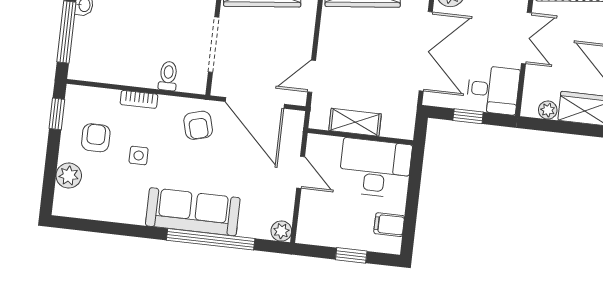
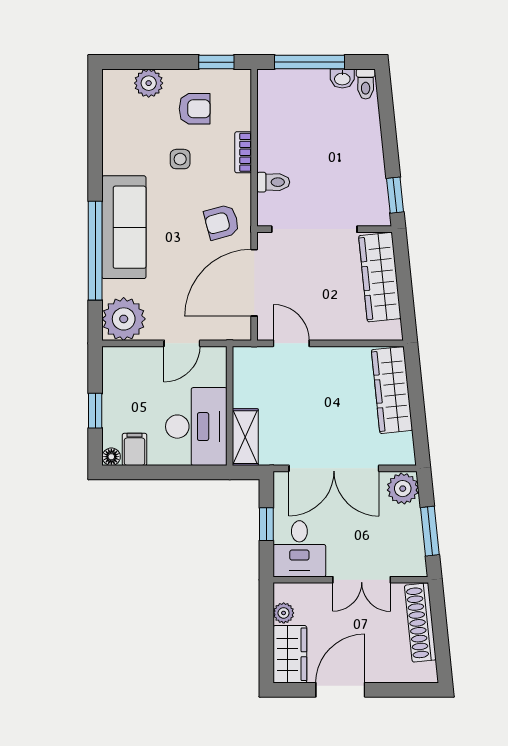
doorway: (214, 45) -> (314, 229), width x1.36
shelving: (355, 122) -> (245, 437), moved
plant: (281, 231) -> (124, 319), width x1.88, depth x1.88
floor lamp: (393, 246) -> (111, 457), added

